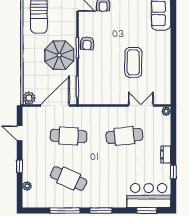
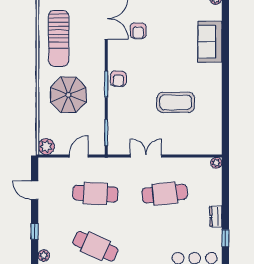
parasol: (59, 55) -> (68, 95), moved
coffee table: (133, 62) -> (176, 102), turned 90
door: (55, 106) -> (79, 156), width x0.53
double door: (141, 106) -> (146, 156), moved

